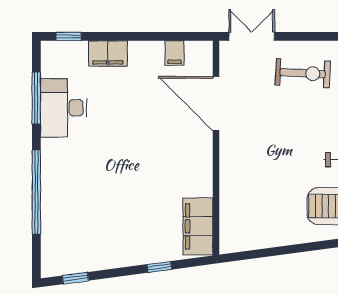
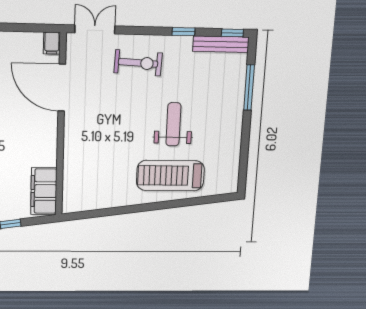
filing cabinet: (175, 53) -> (52, 43), moved

